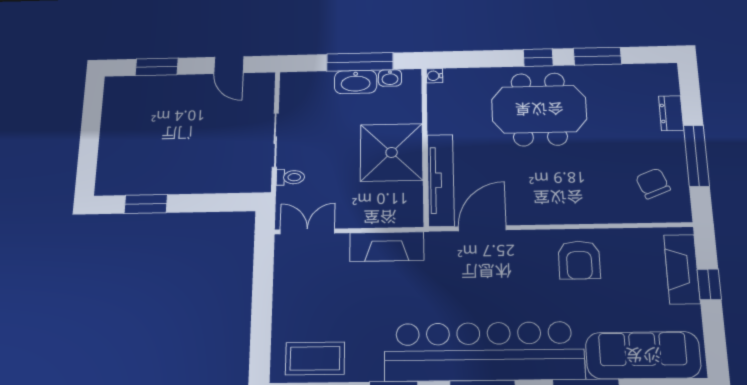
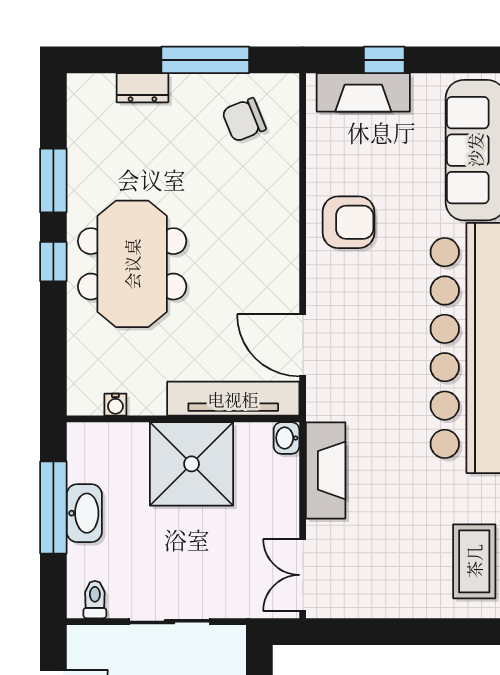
water cooler: (434, 76) -> (115, 405), moved
washbasin: (390, 78) -> (286, 438), moved, turned 180
toilet: (290, 177) -> (95, 600), moved

